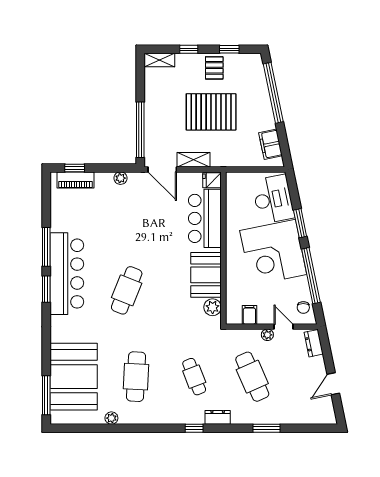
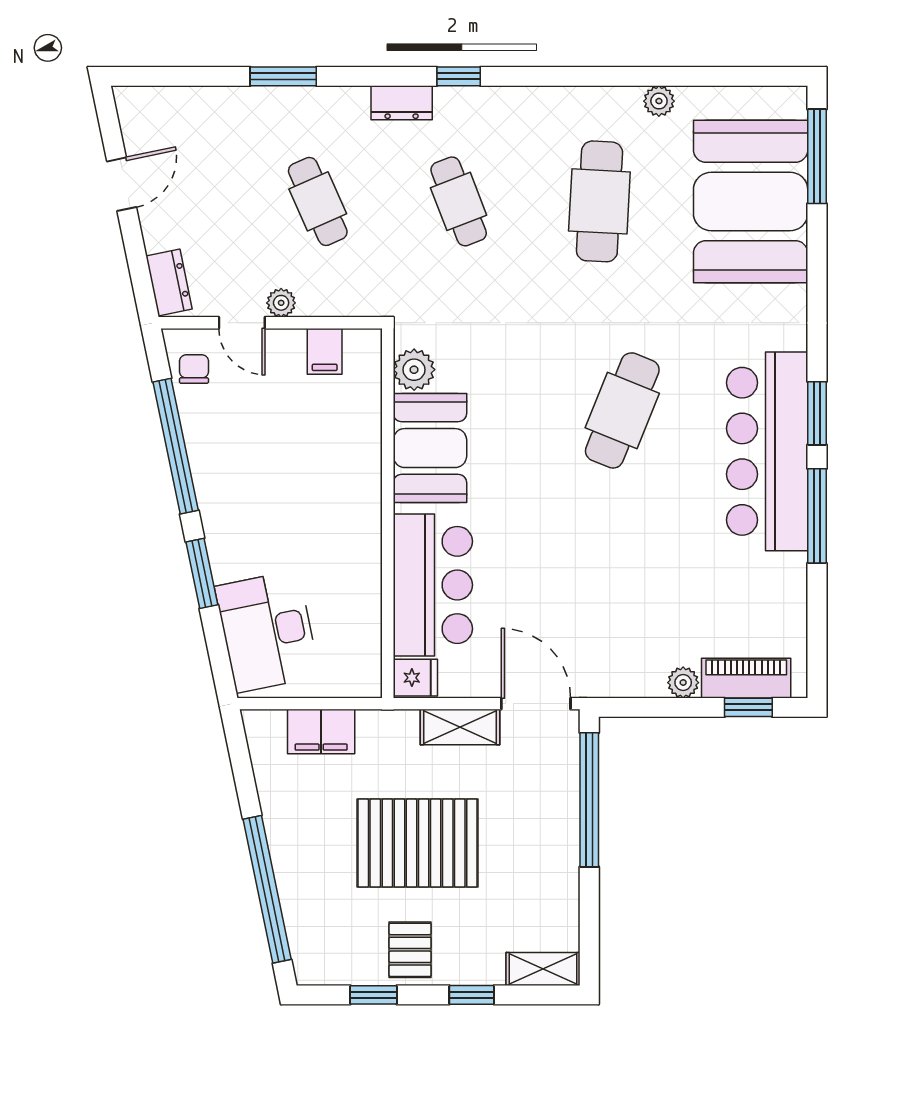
filing cabinet: (270, 144) -> (321, 731), moved, turned 102
plant: (120, 178) -> (683, 683), moved
corner desk: (273, 253) -> (267, 502), removed
cafe table: (252, 377) -> (318, 201), width x0.73, depth x0.74

